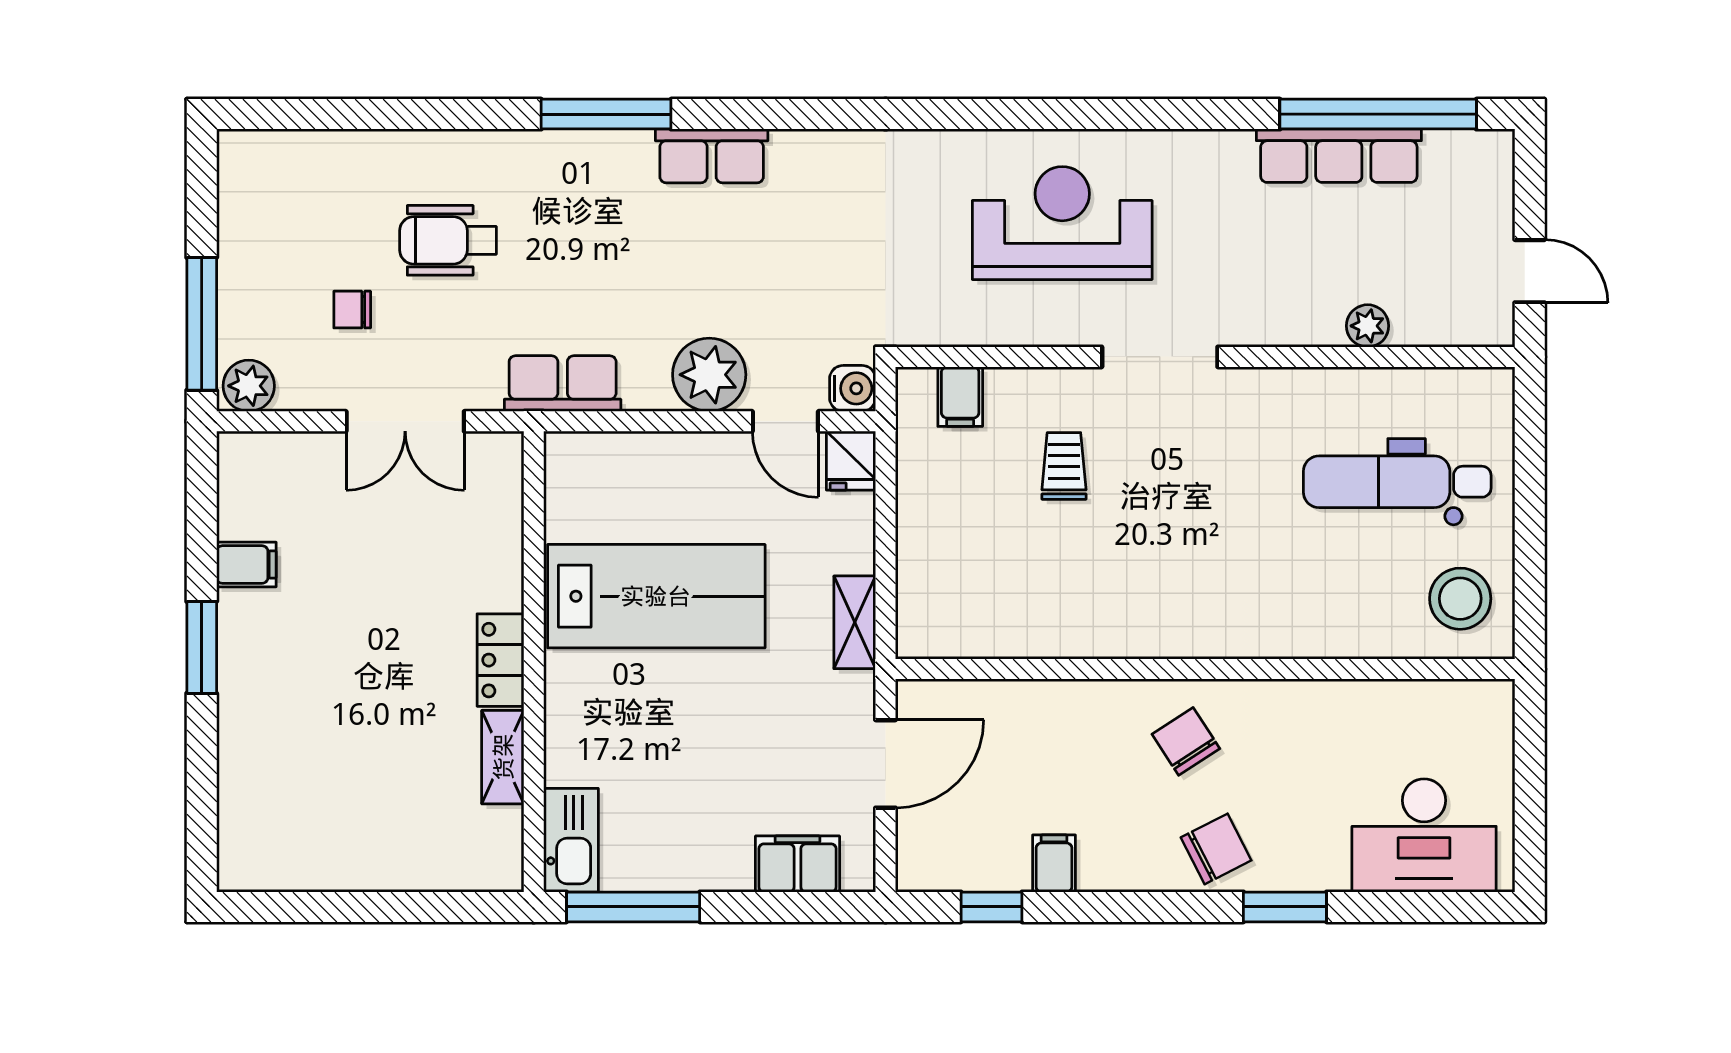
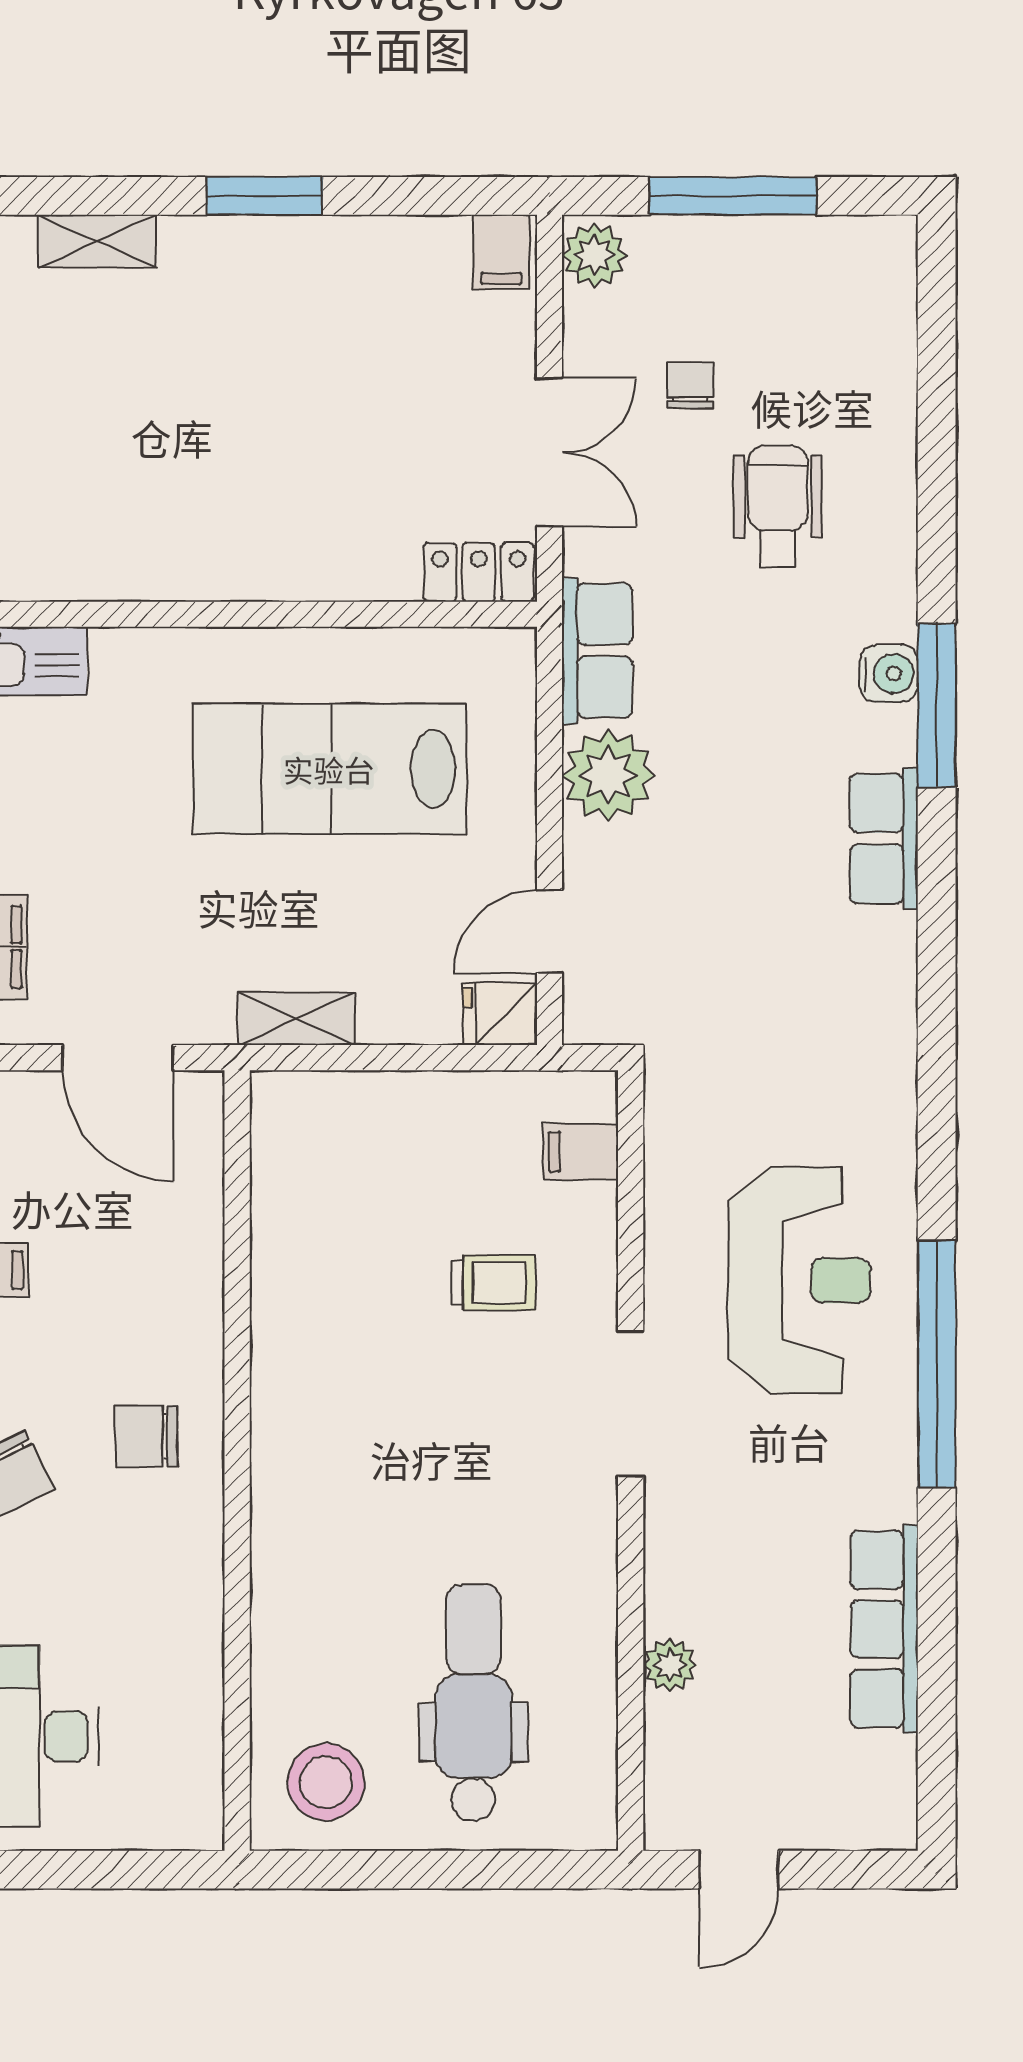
window: (1378, 114) -> (937, 1364), moved
window: (202, 324) -> (733, 196), moved
plant: (709, 375) -> (608, 775), moved
water cooler: (853, 388) -> (889, 674), moved, turned -90
double door: (405, 421) -> (550, 452), swing flipped
filing cabinet: (246, 565) -> (501, 252), moved
lab bench: (656, 596) -> (329, 769), turned 90
locker: (500, 660) -> (479, 572), moved
chair: (1186, 741) -> (146, 1436), turned -147
shelving: (503, 757) -> (97, 241), moved

